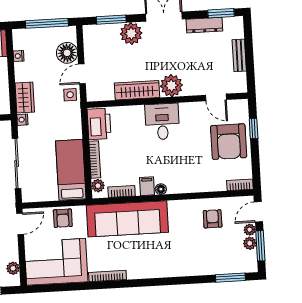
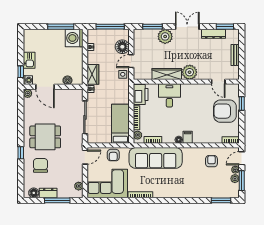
desk: (162, 122) -> (169, 95), moved
armchair: (229, 142) -> (225, 111), turned 90
filing cabinet: (147, 186) -> (188, 137), moved

